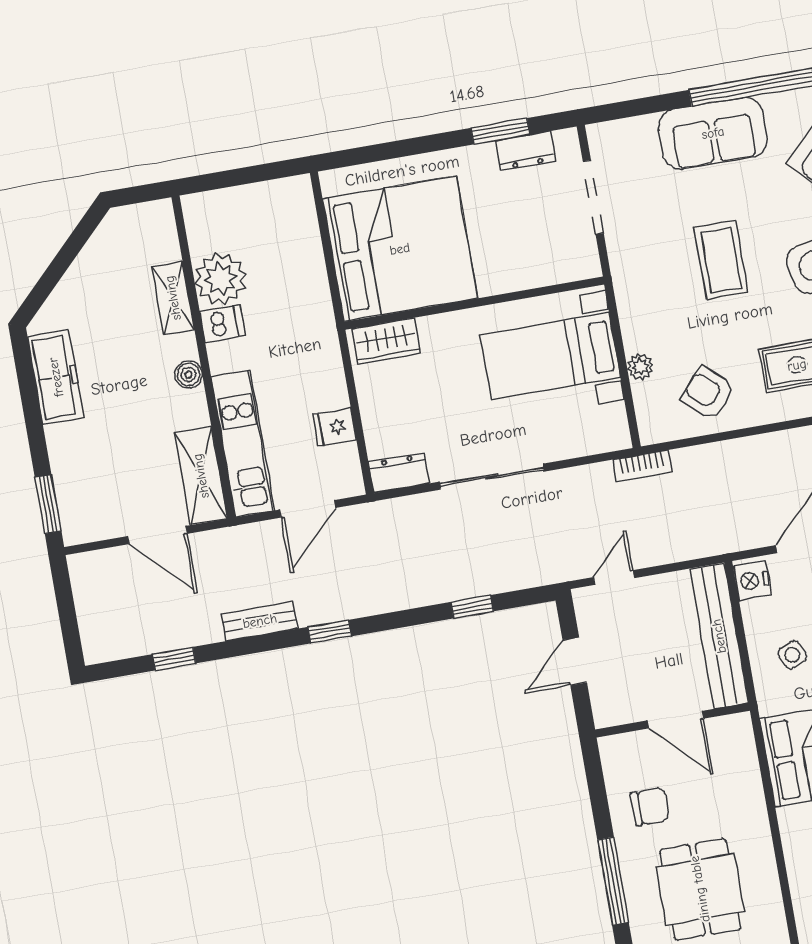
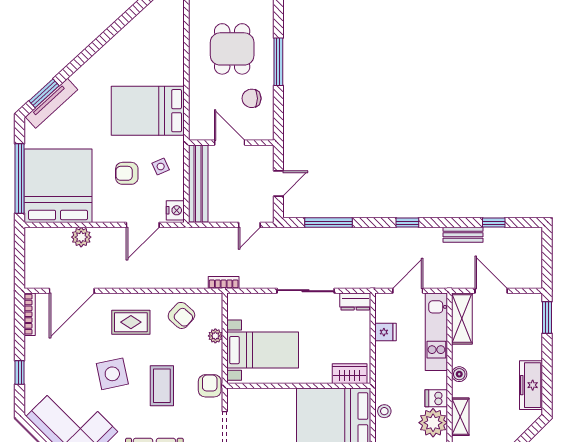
armchair: (635, 275) -> (210, 386), added
stool: (312, 284) -> (384, 411), added
window: (472, 607) -> (328, 223), width x2.17
bench: (260, 621) -> (463, 235), moved

